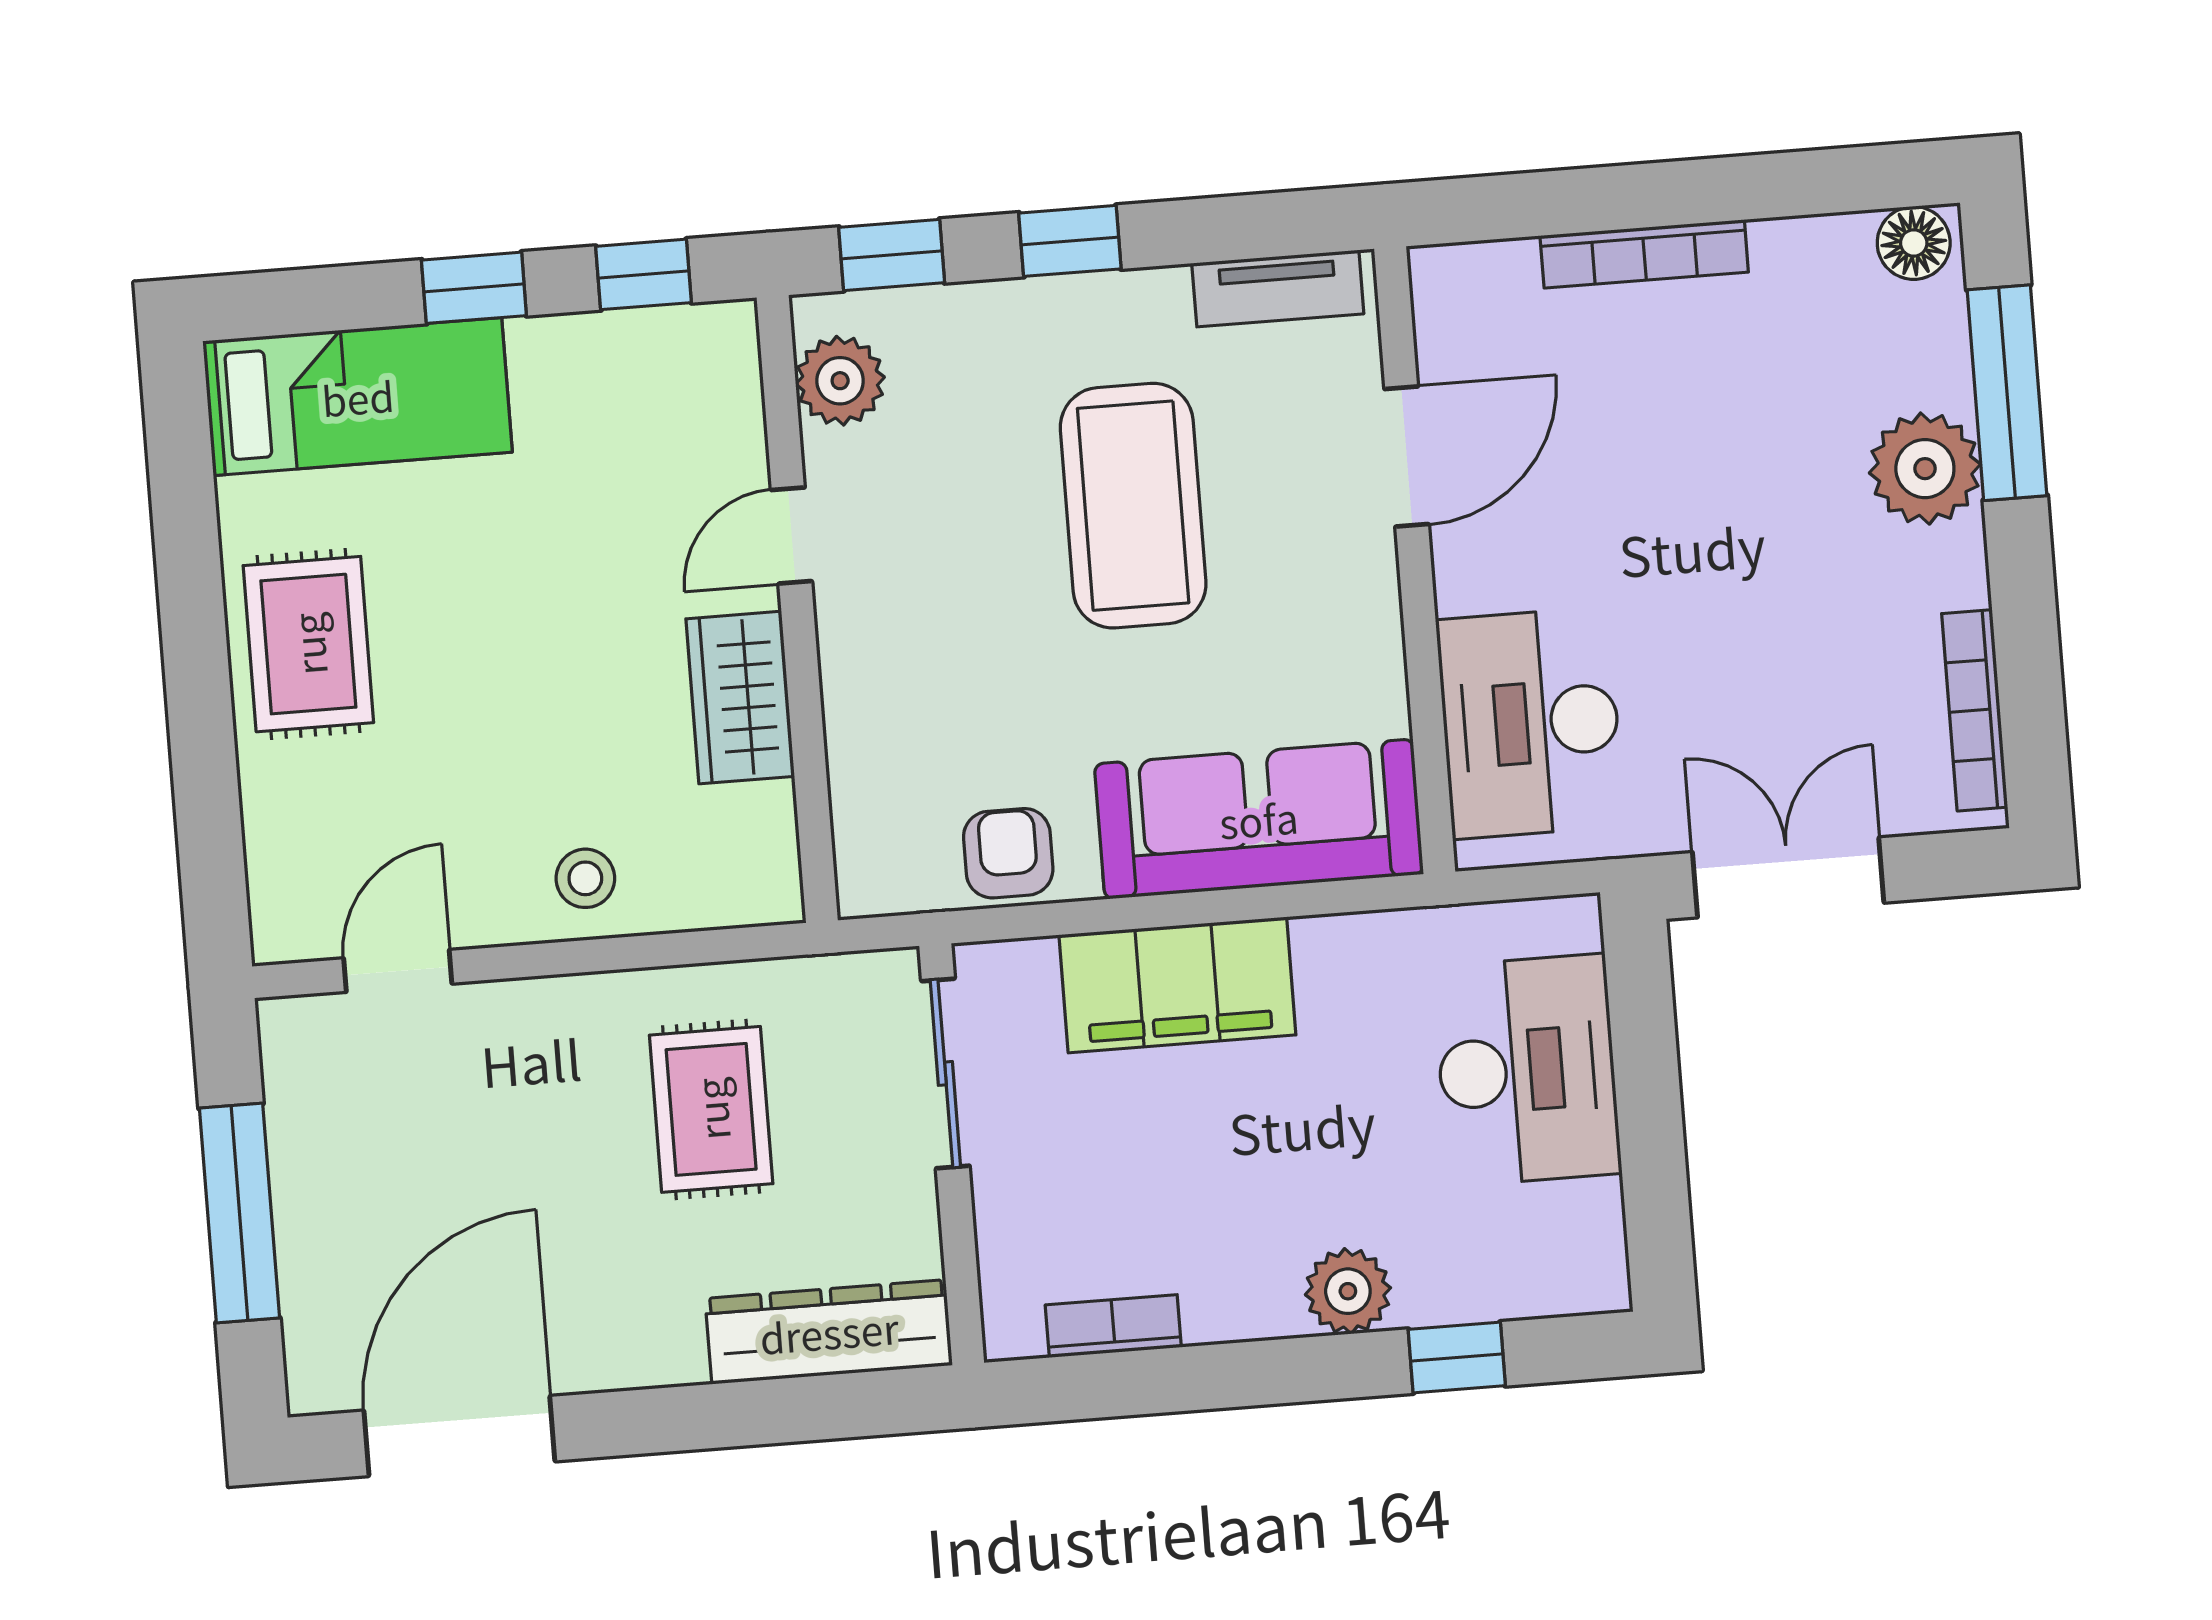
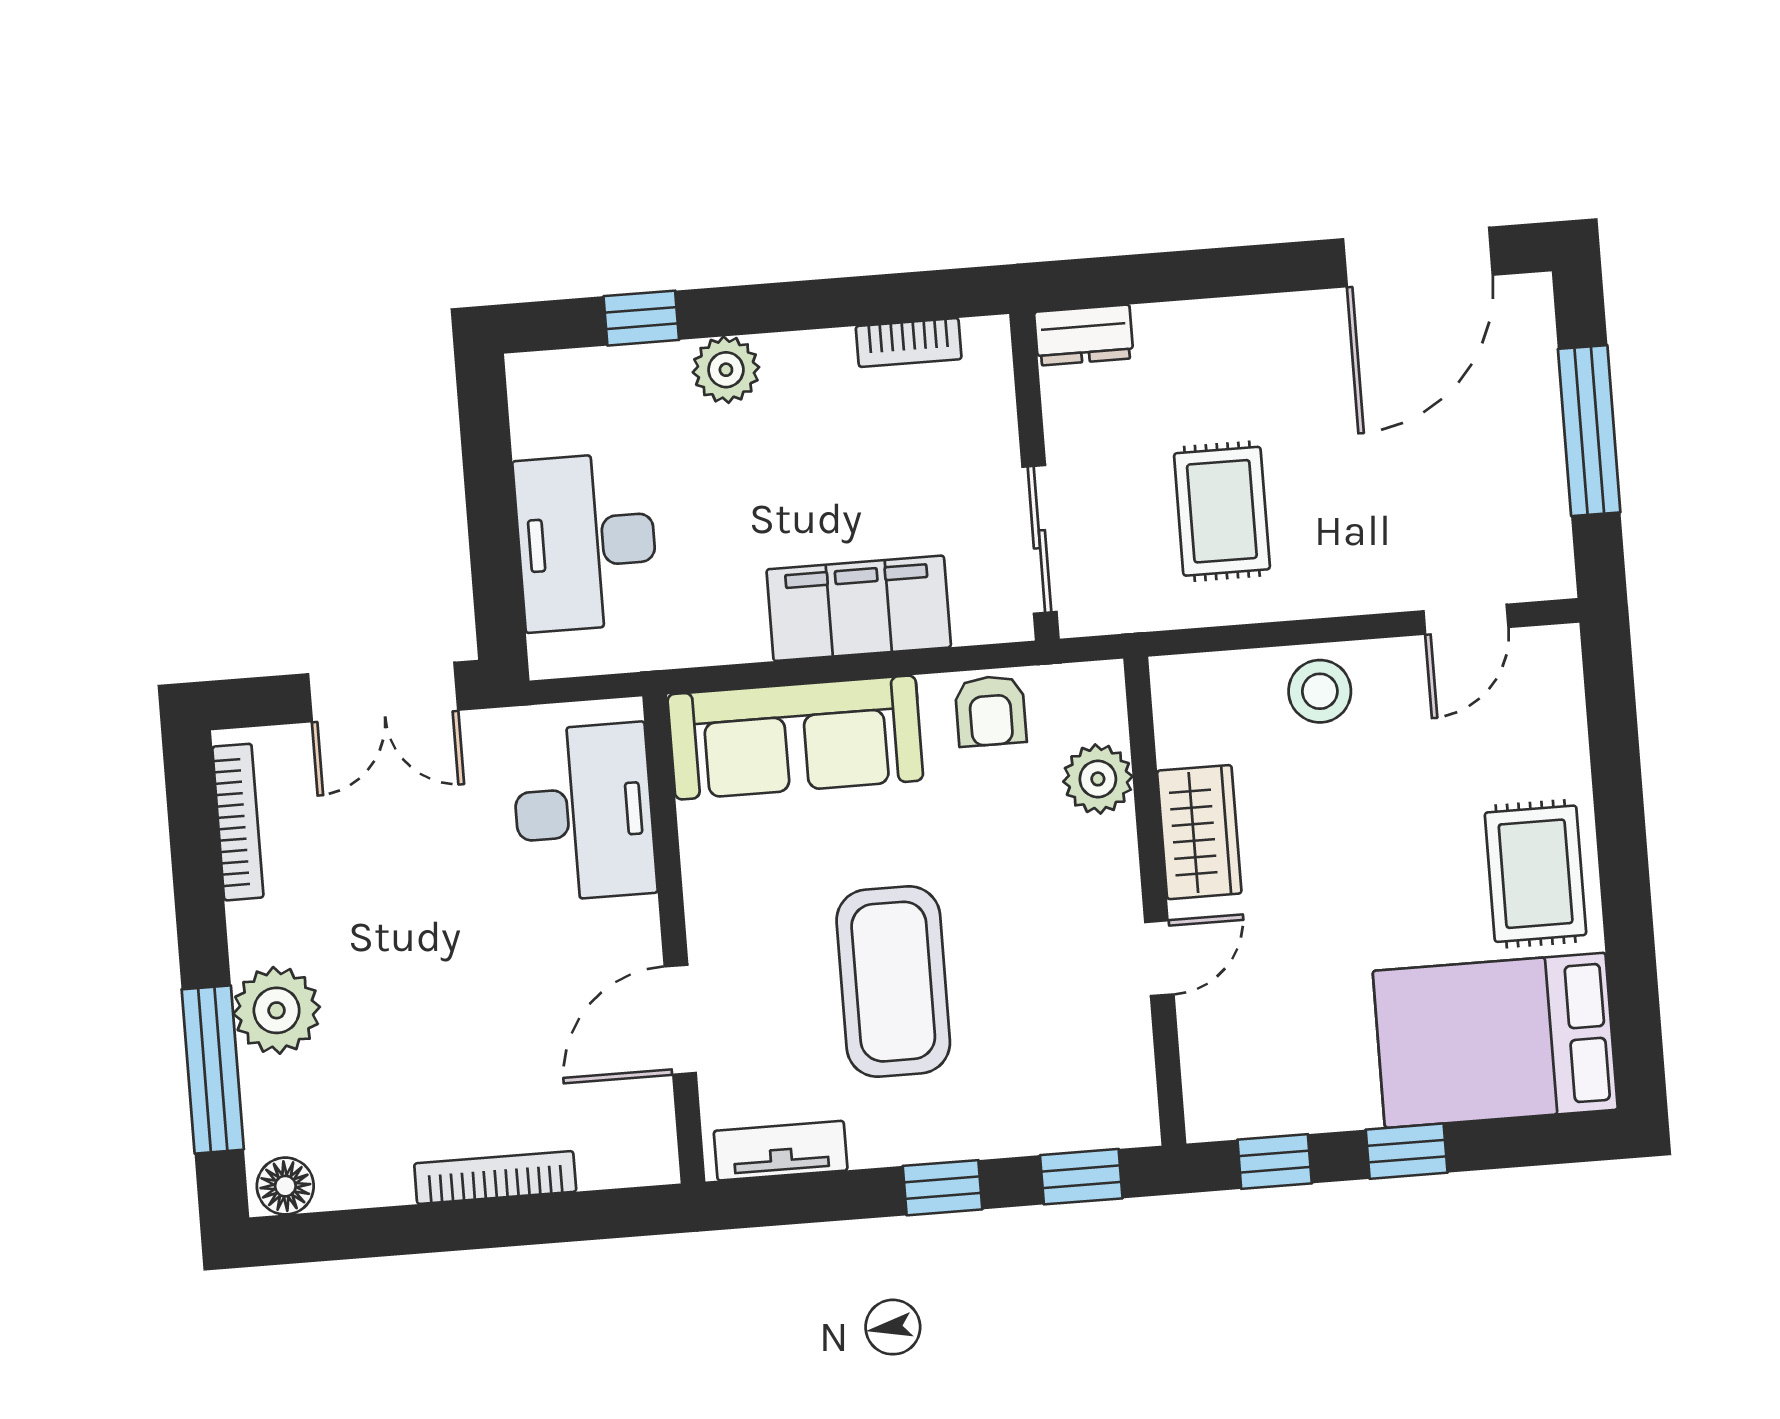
plant: (840, 381) -> (1098, 779), moved
bed: (358, 397) -> (1495, 1040), width x1.50
stool: (585, 878) -> (1320, 691), width x1.37, depth x1.37
dresser: (829, 1332) -> (1084, 335), width x0.51, depth x0.80

